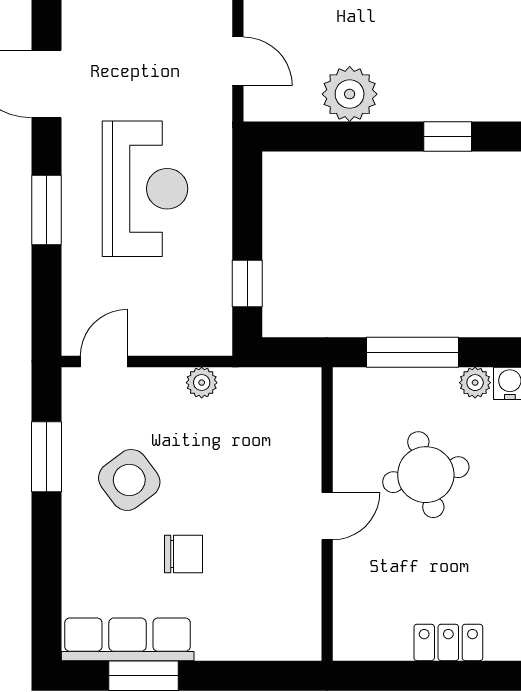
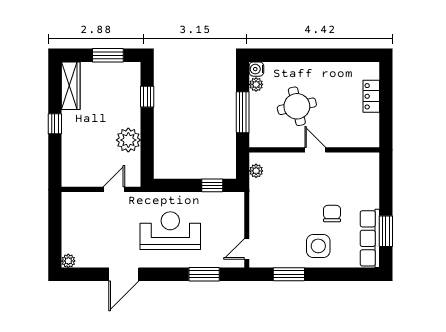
window: (46, 210) -> (204, 274), moved
door: (104, 361) -> (247, 249), hinge flipped
plant: (202, 383) -> (256, 171), moved
side table: (129, 480) -> (318, 246), moved, turned 37

